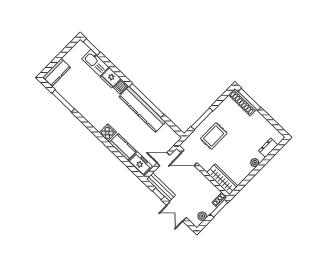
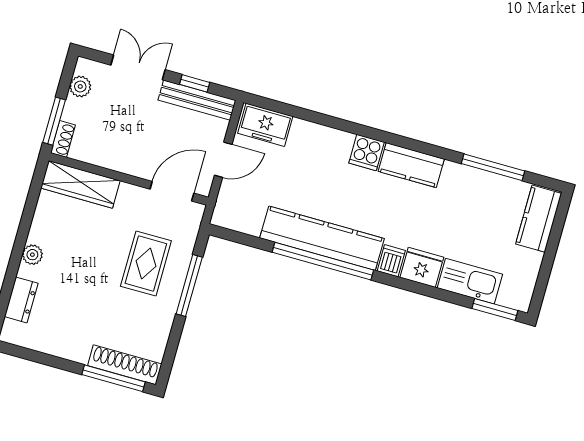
kitchen counter: (123, 147) -> (411, 165), moved

